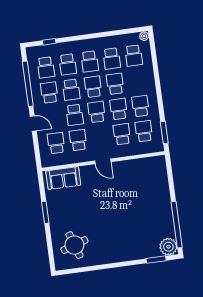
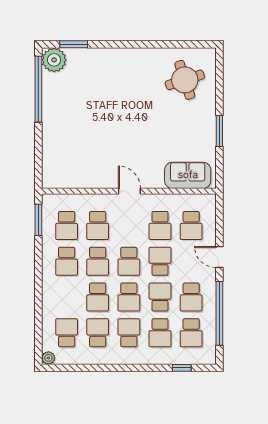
school desk: (68, 64) -> (160, 333), turned 180
school desk: (46, 67) -> (191, 333), turned 180

